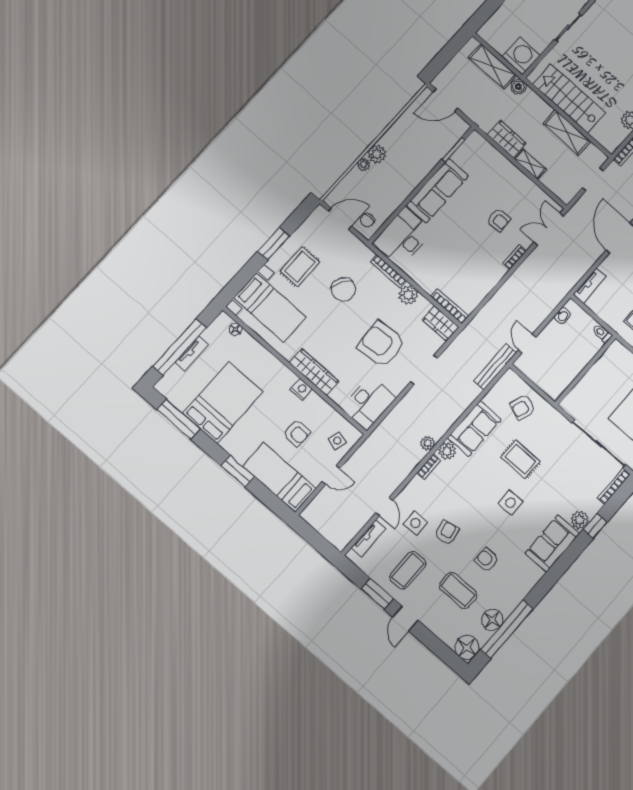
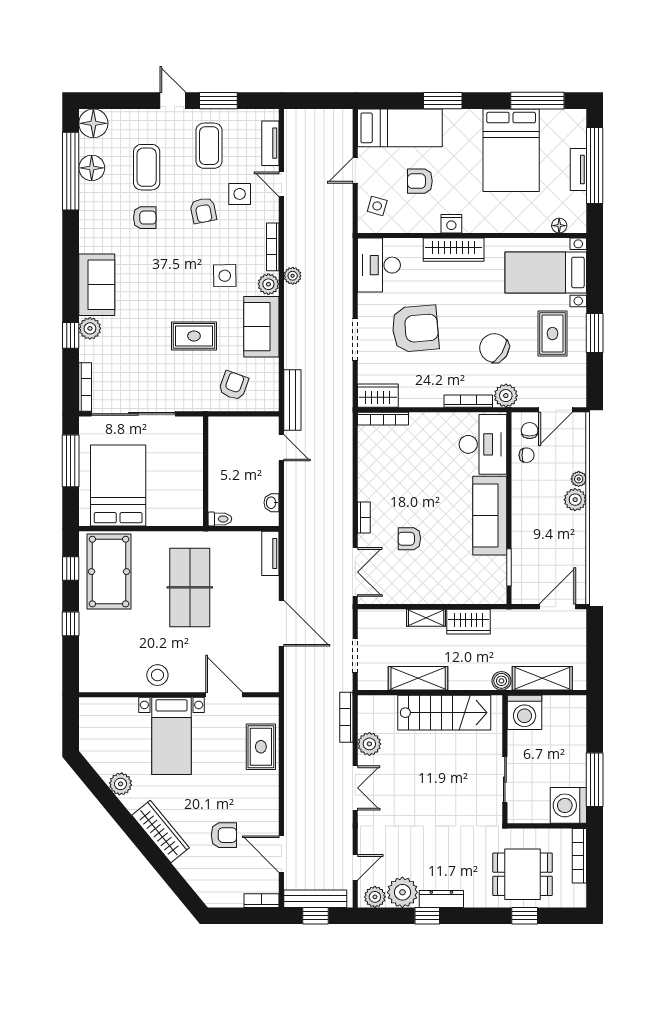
chair: (382, 207) -> (527, 455), added
plant: (408, 295) -> (506, 396), moved
bookcase: (429, 467) -> (273, 247), width x1.56
side table: (510, 503) -> (225, 276), moved
coffee table: (458, 591) -> (147, 167), turned 90

